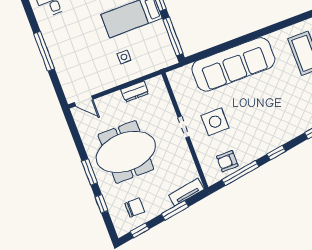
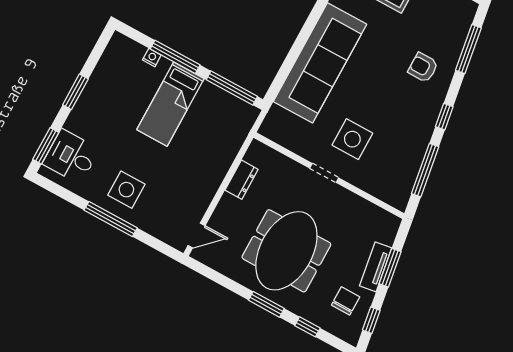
side table: (124, 57) -> (126, 190), moved, width x1.87, depth x1.87
armchair: (227, 161) -> (423, 68), moved, turned 90
tv unit: (186, 192) -> (376, 267), moved

